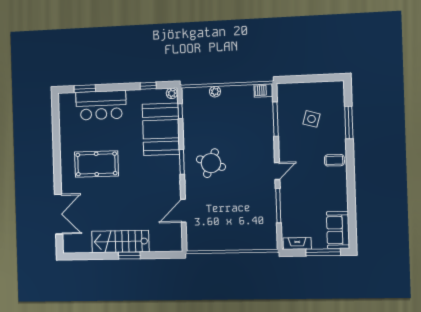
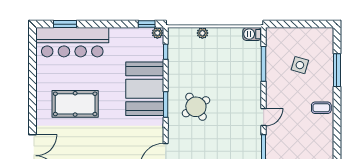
window: (148, 86) -> (147, 24), moved
bar counter: (101, 105) -> (72, 42), width x1.36
booth: (161, 129) -> (145, 89), moved
round table: (211, 163) -> (196, 107), turned 36

